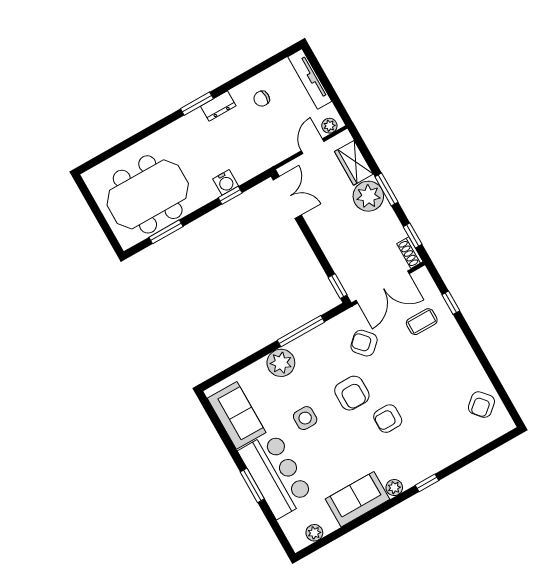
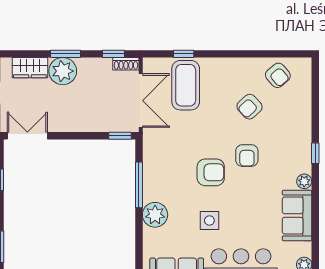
coffee table: (422, 322) -> (186, 85), width x1.86, depth x1.72
armchair: (364, 343) -> (250, 107), moved

